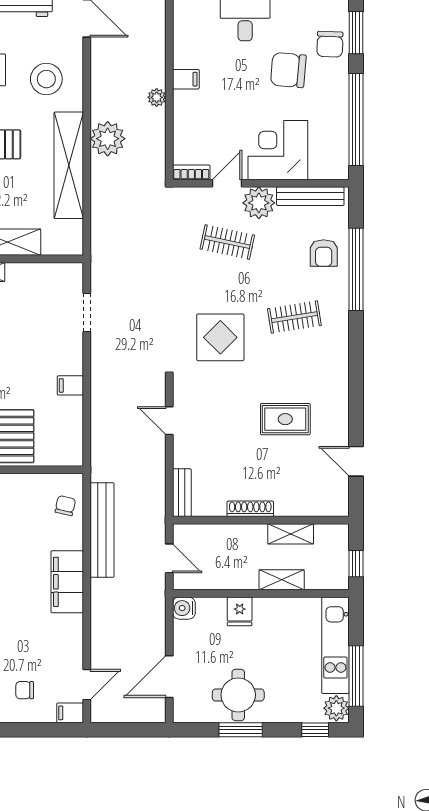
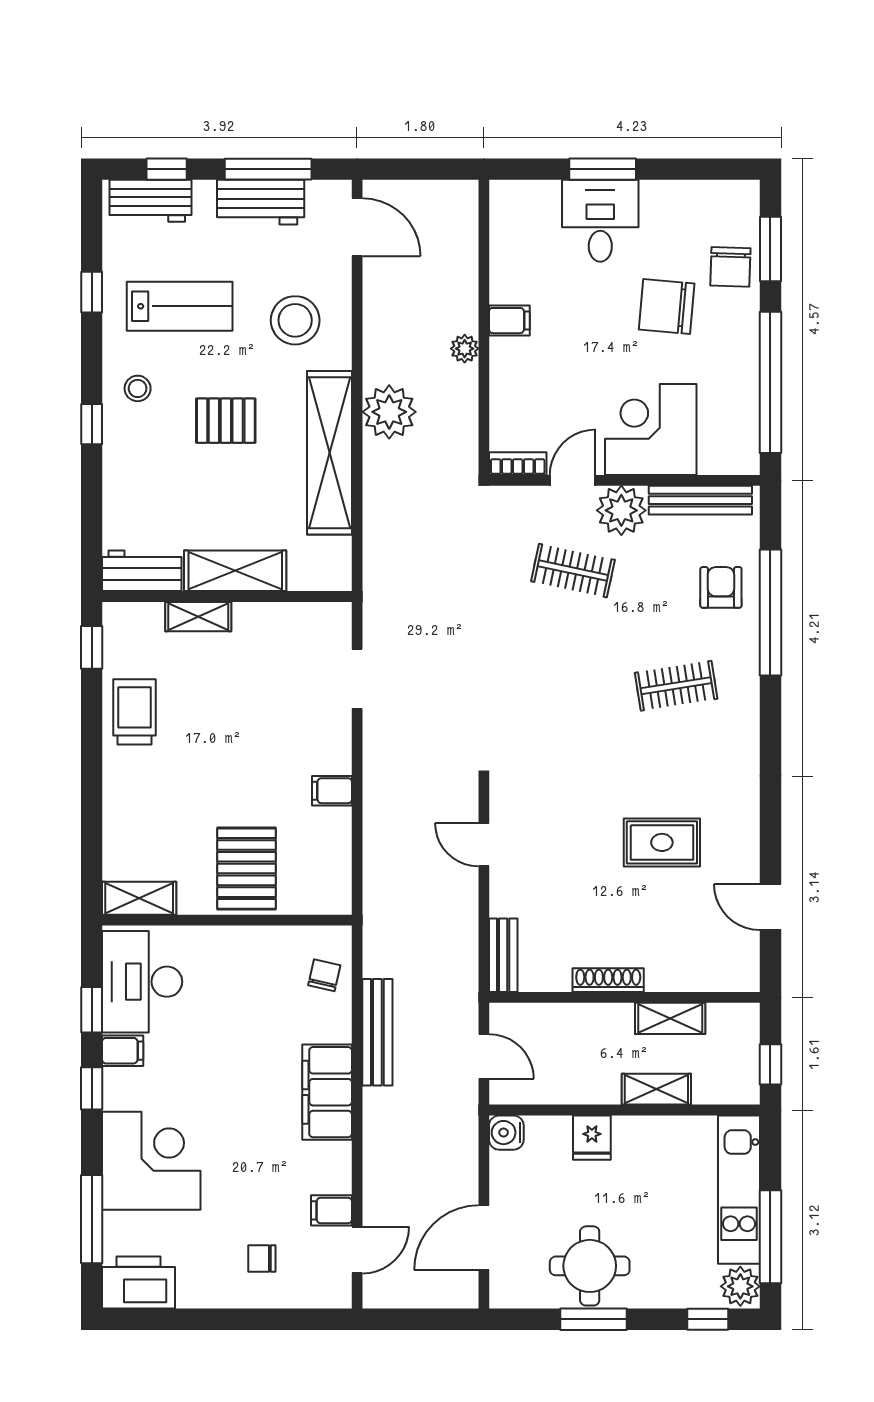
armchair: (324, 253) -> (721, 587), turned 180
display table: (220, 337) -> (562, 717), removed
bench: (102, 530) -> (377, 1032), width x0.73, depth x0.82
filing cabinet: (70, 713) -> (332, 1210), moved

